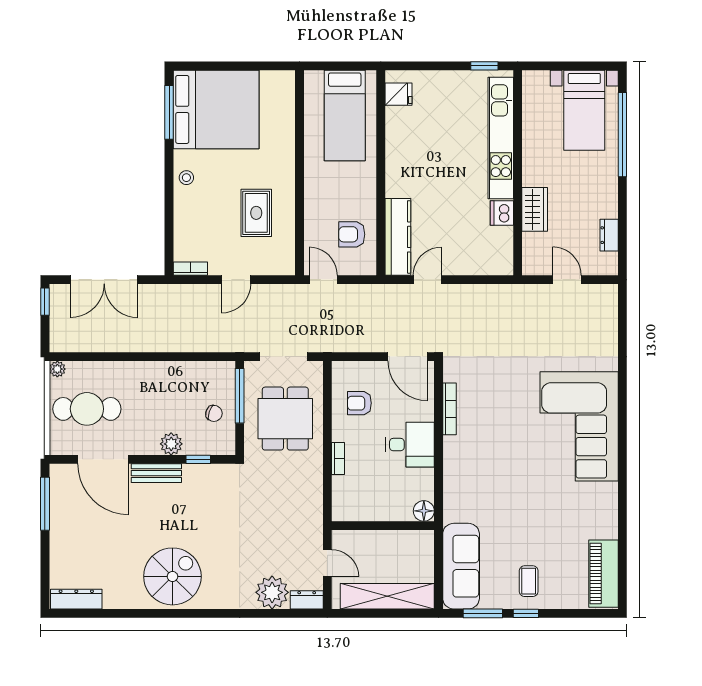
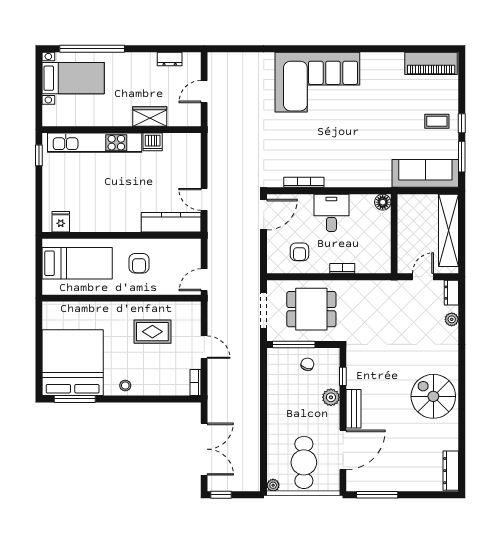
armchair: (352, 234) -> (139, 263), moved
plant: (272, 592) -> (452, 319), width x0.53, depth x0.53

